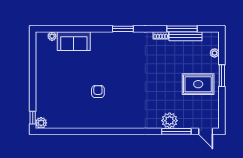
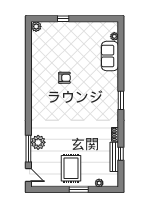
window: (182, 29) -> (121, 154), width x0.46
window: (33, 118) -> (63, 19), moved
door: (206, 131) -> (28, 175), swing flipped

